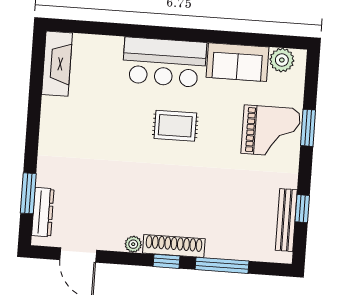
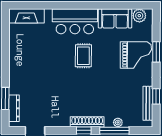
fireplace: (57, 64) -> (26, 16), moved, turned 90
rug: (175, 126) -> (83, 56), turned 90
plant: (133, 244) -> (118, 122), moved

